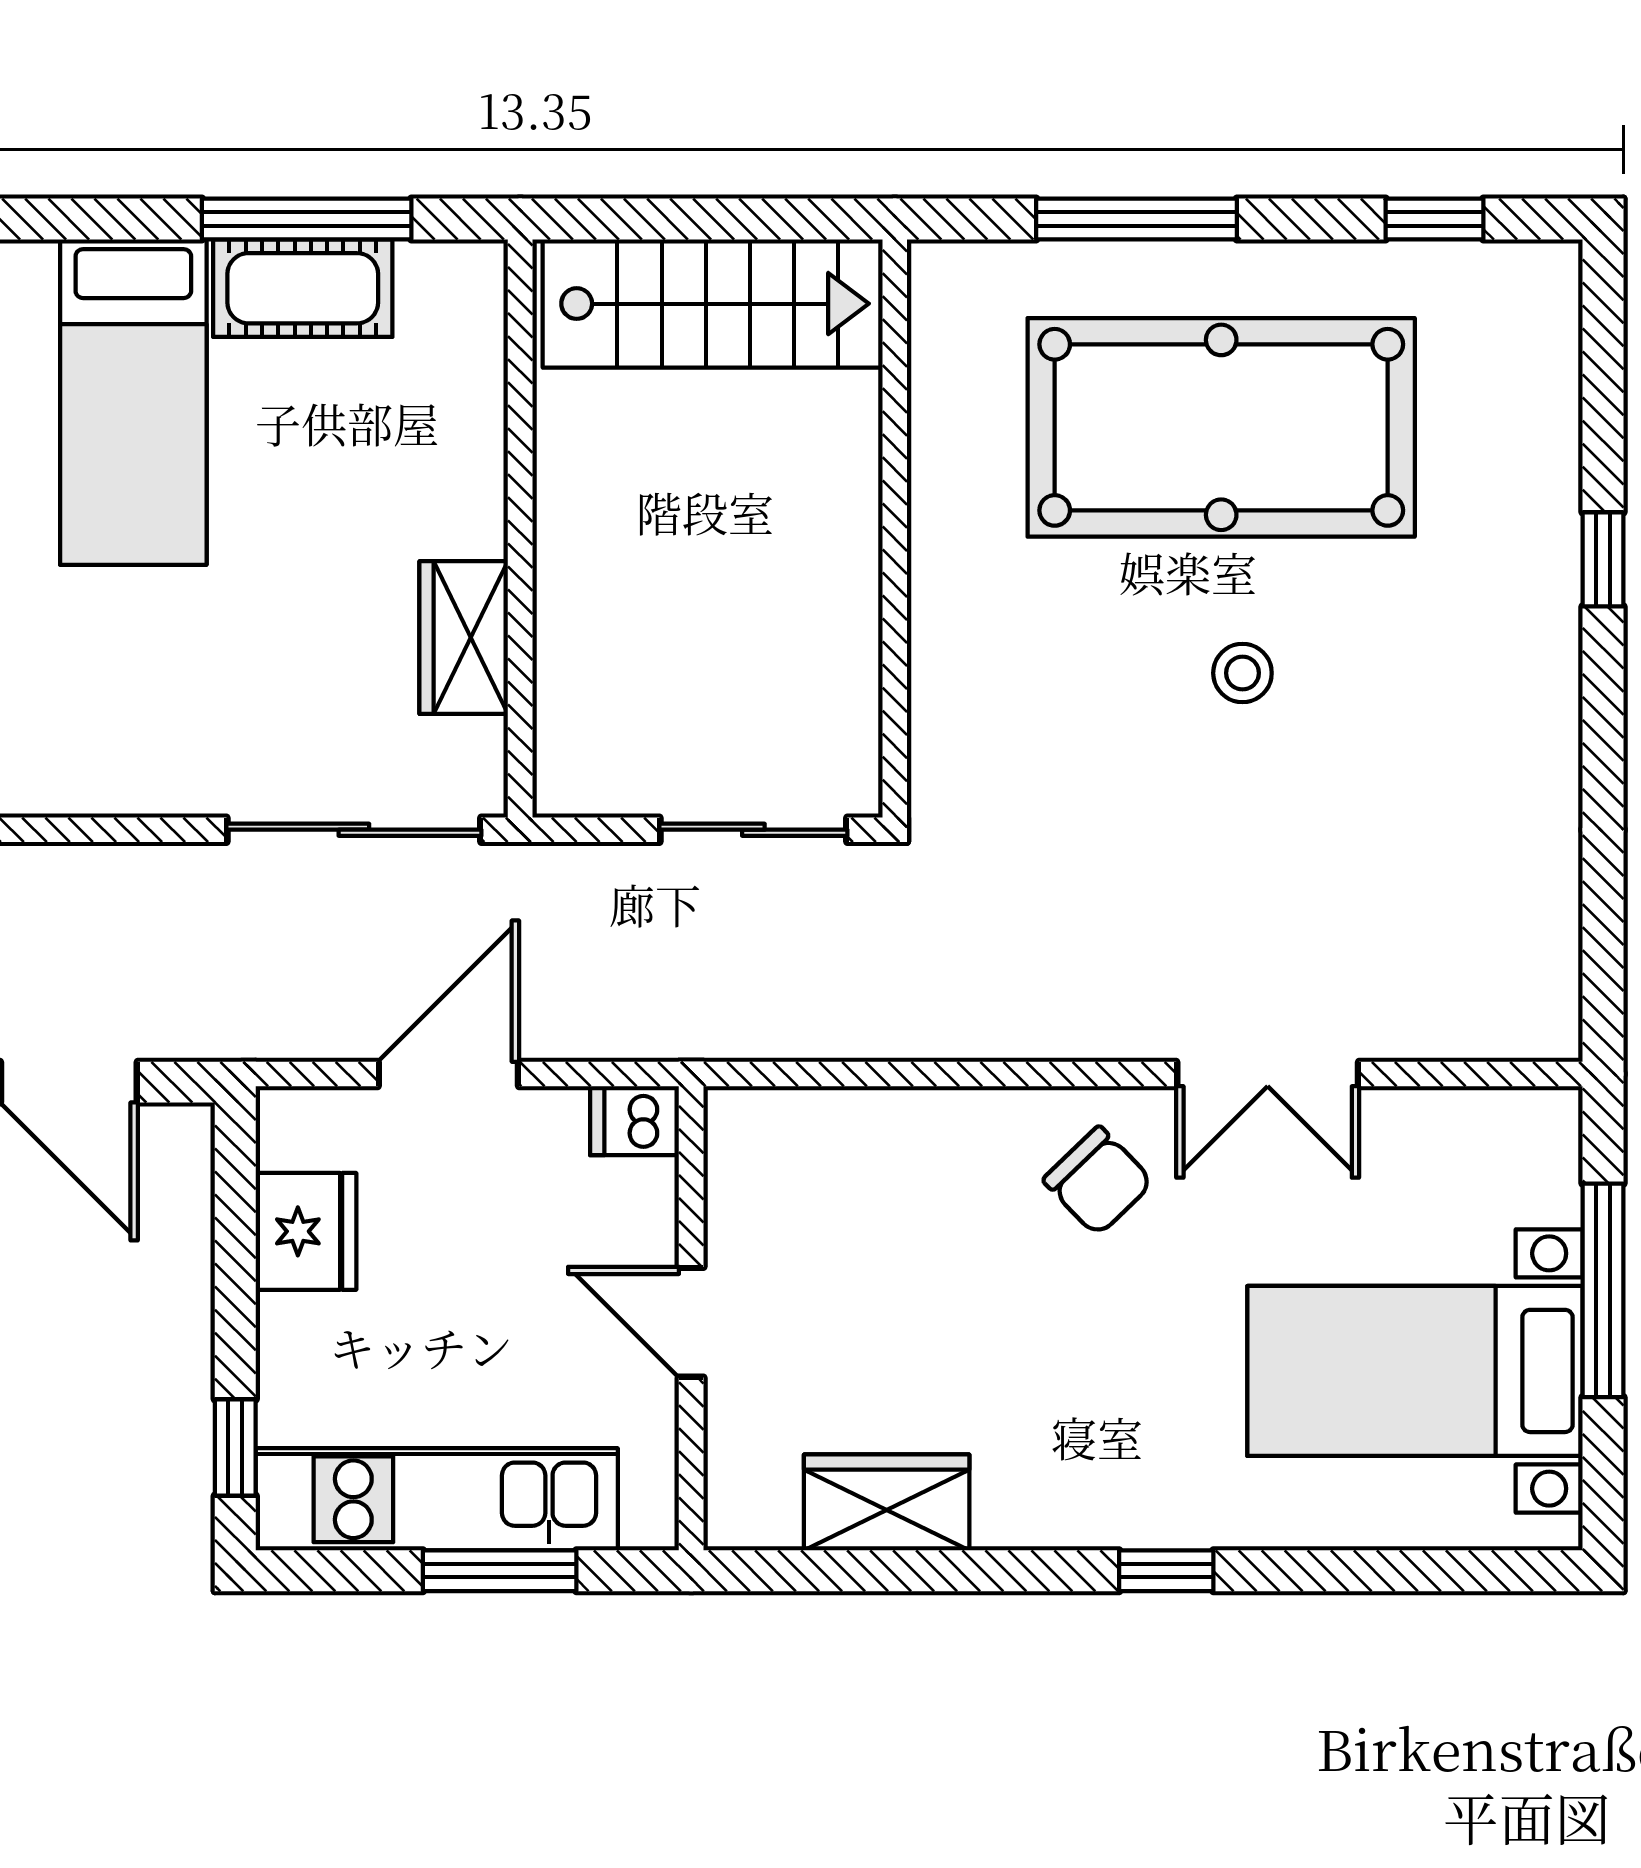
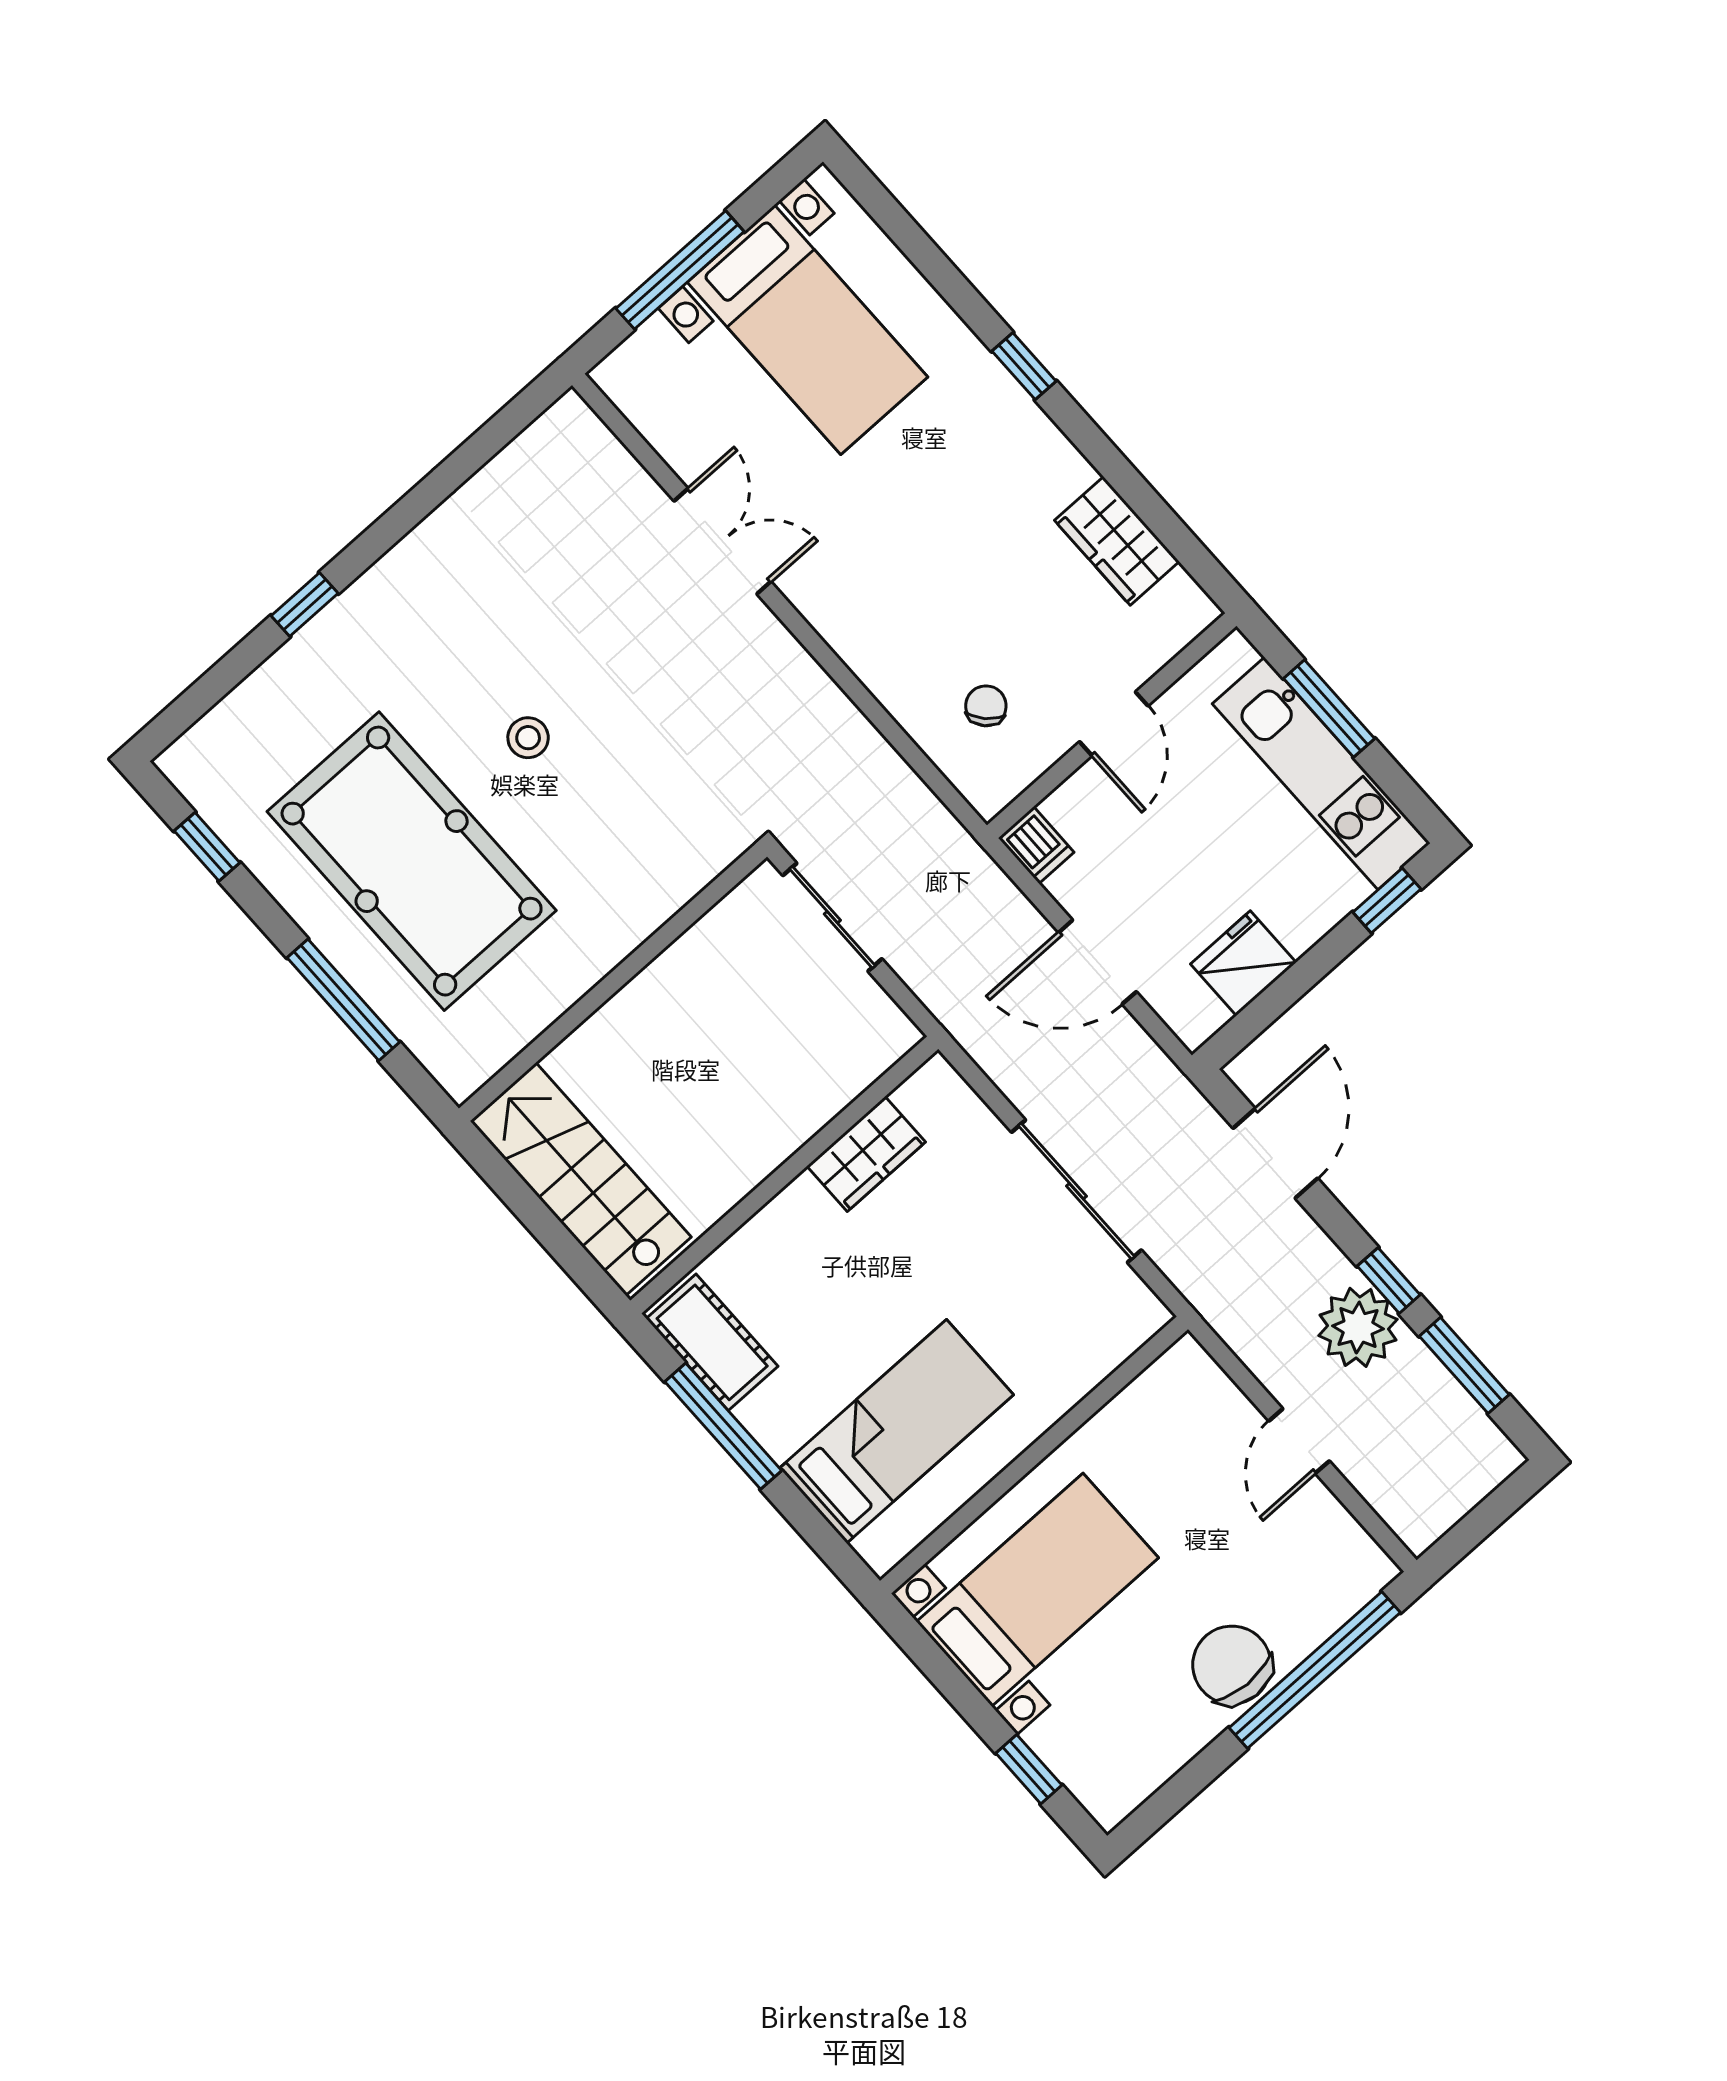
cot: (303, 288) -> (712, 1342), moved
sliding door: (354, 830) -> (1076, 1191), moved
chair: (1098, 1181) -> (986, 706), moved, width x0.73, depth x0.73

